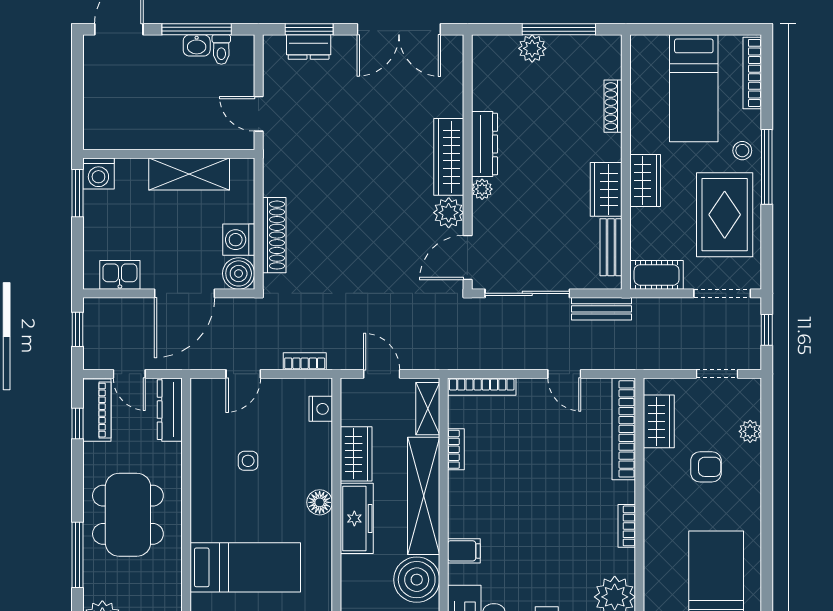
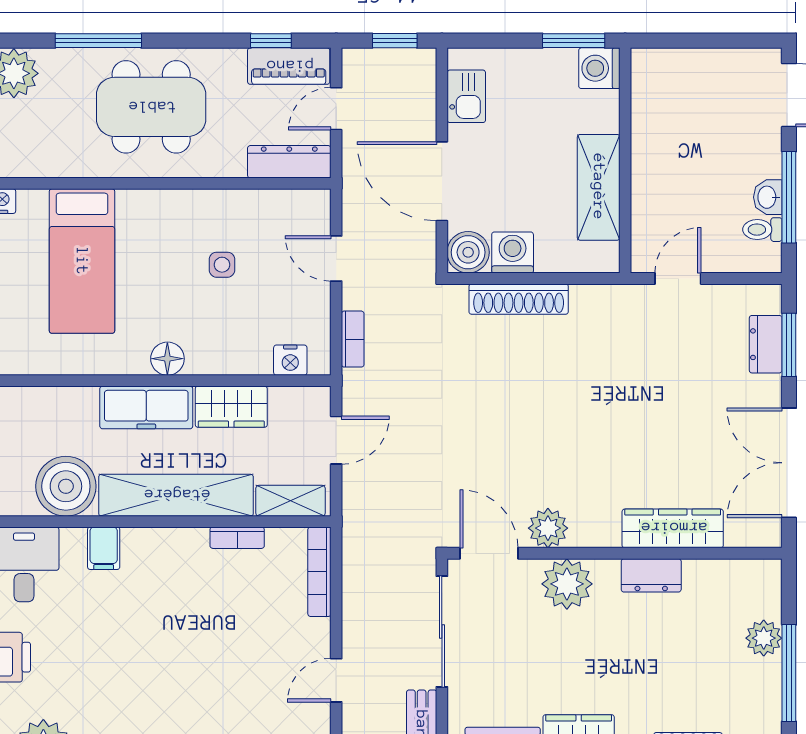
dresser: (485, 144) -> (651, 575), width x0.70
wardrobe: (449, 157) -> (673, 528), moved
plant: (482, 189) -> (567, 584), width x1.88, depth x1.88

